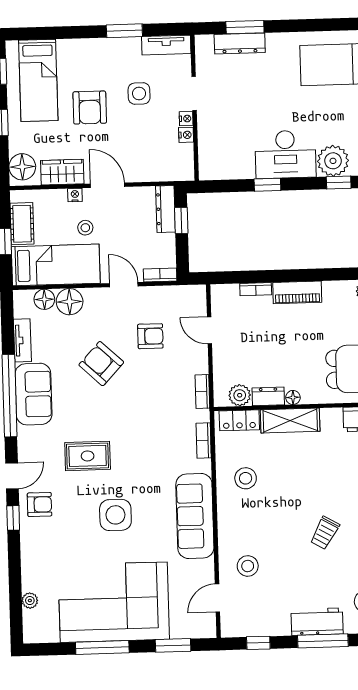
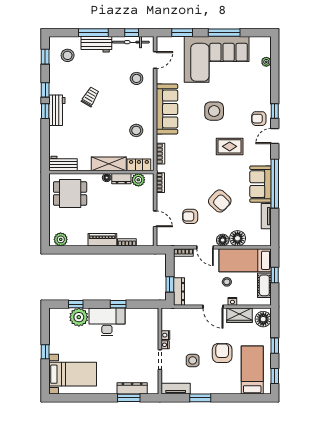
floor lamp: (44, 299) -> (223, 240), moved
bicycle: (259, 627) -> (131, 42), added

